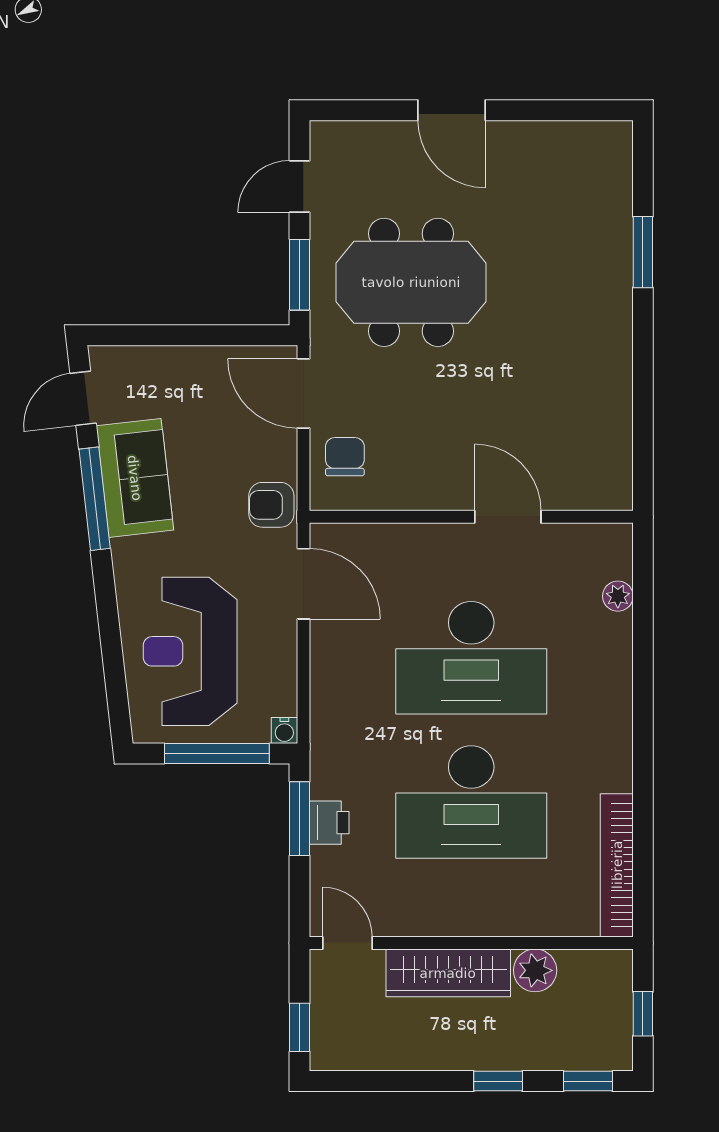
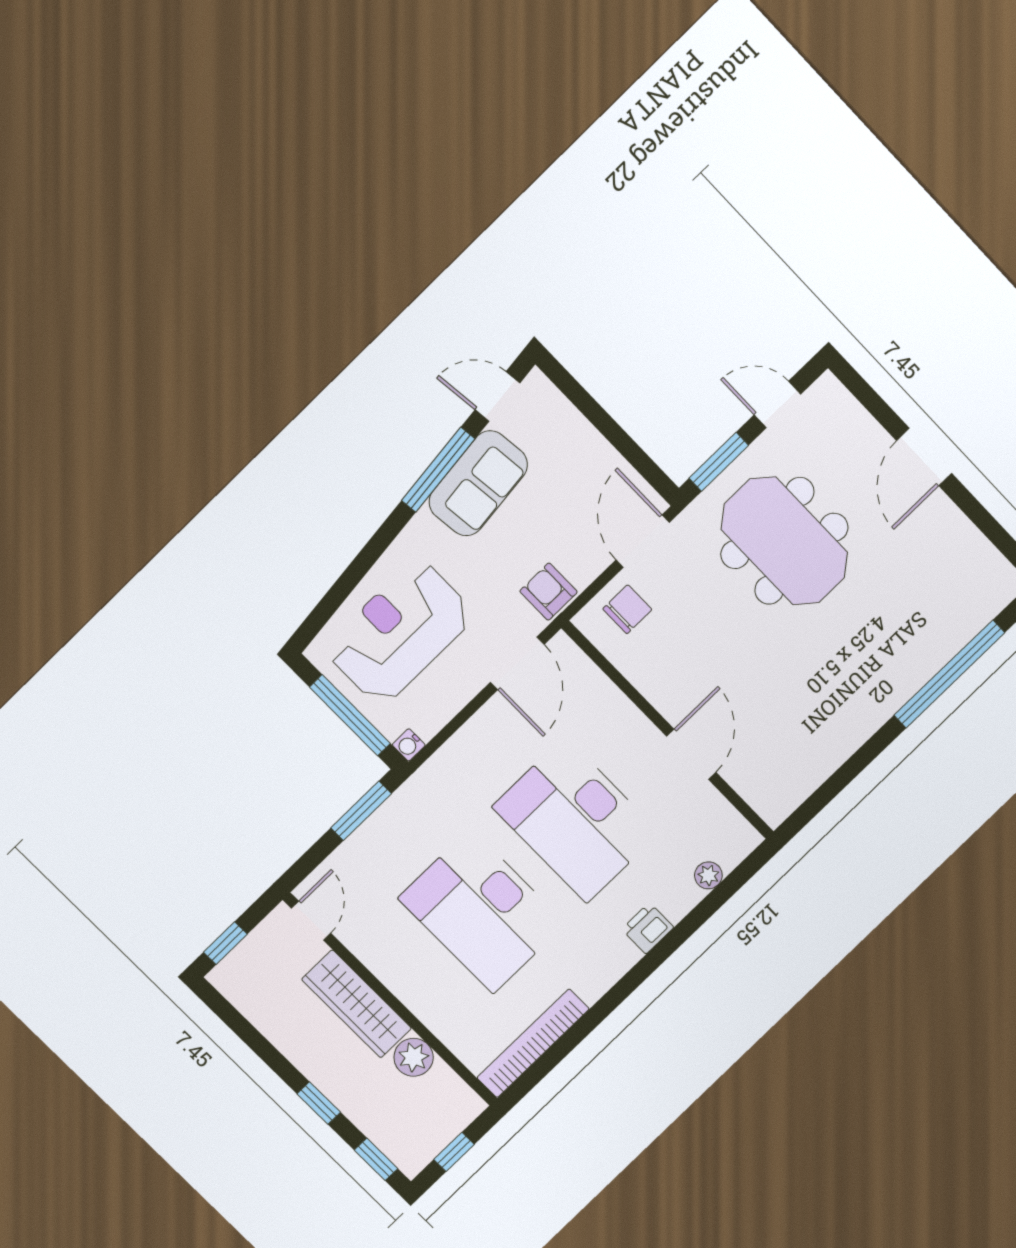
window: (643, 252) -> (949, 674), width x2.11
printer: (329, 823) -> (648, 928), moved, turned 180

